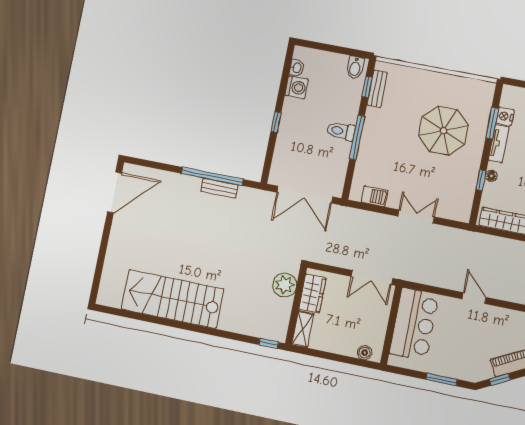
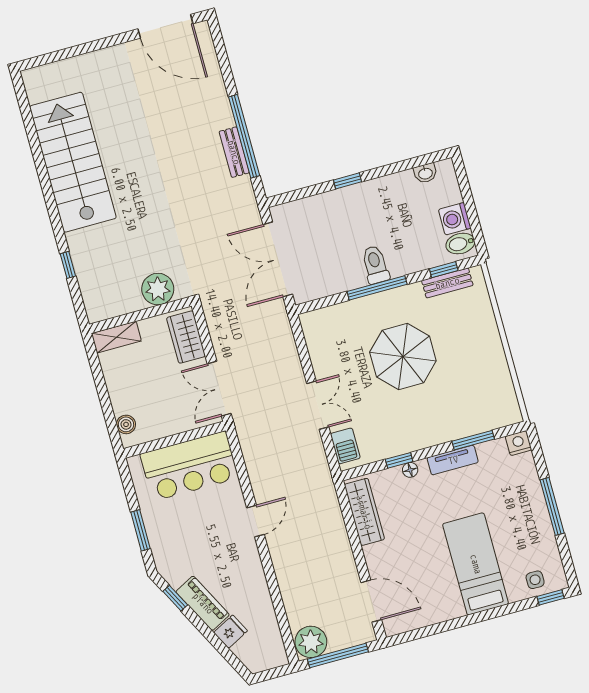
washing machine: (296, 87) -> (455, 219), moved, turned 90
nightstand: (505, 116) -> (518, 443), moved
parasol: (443, 131) -> (403, 357), moved
barbecue: (375, 196) -> (345, 446), moved
wardrobe: (312, 294) -> (186, 337), moved, turned 90
window: (269, 343) -> (68, 265), moved

